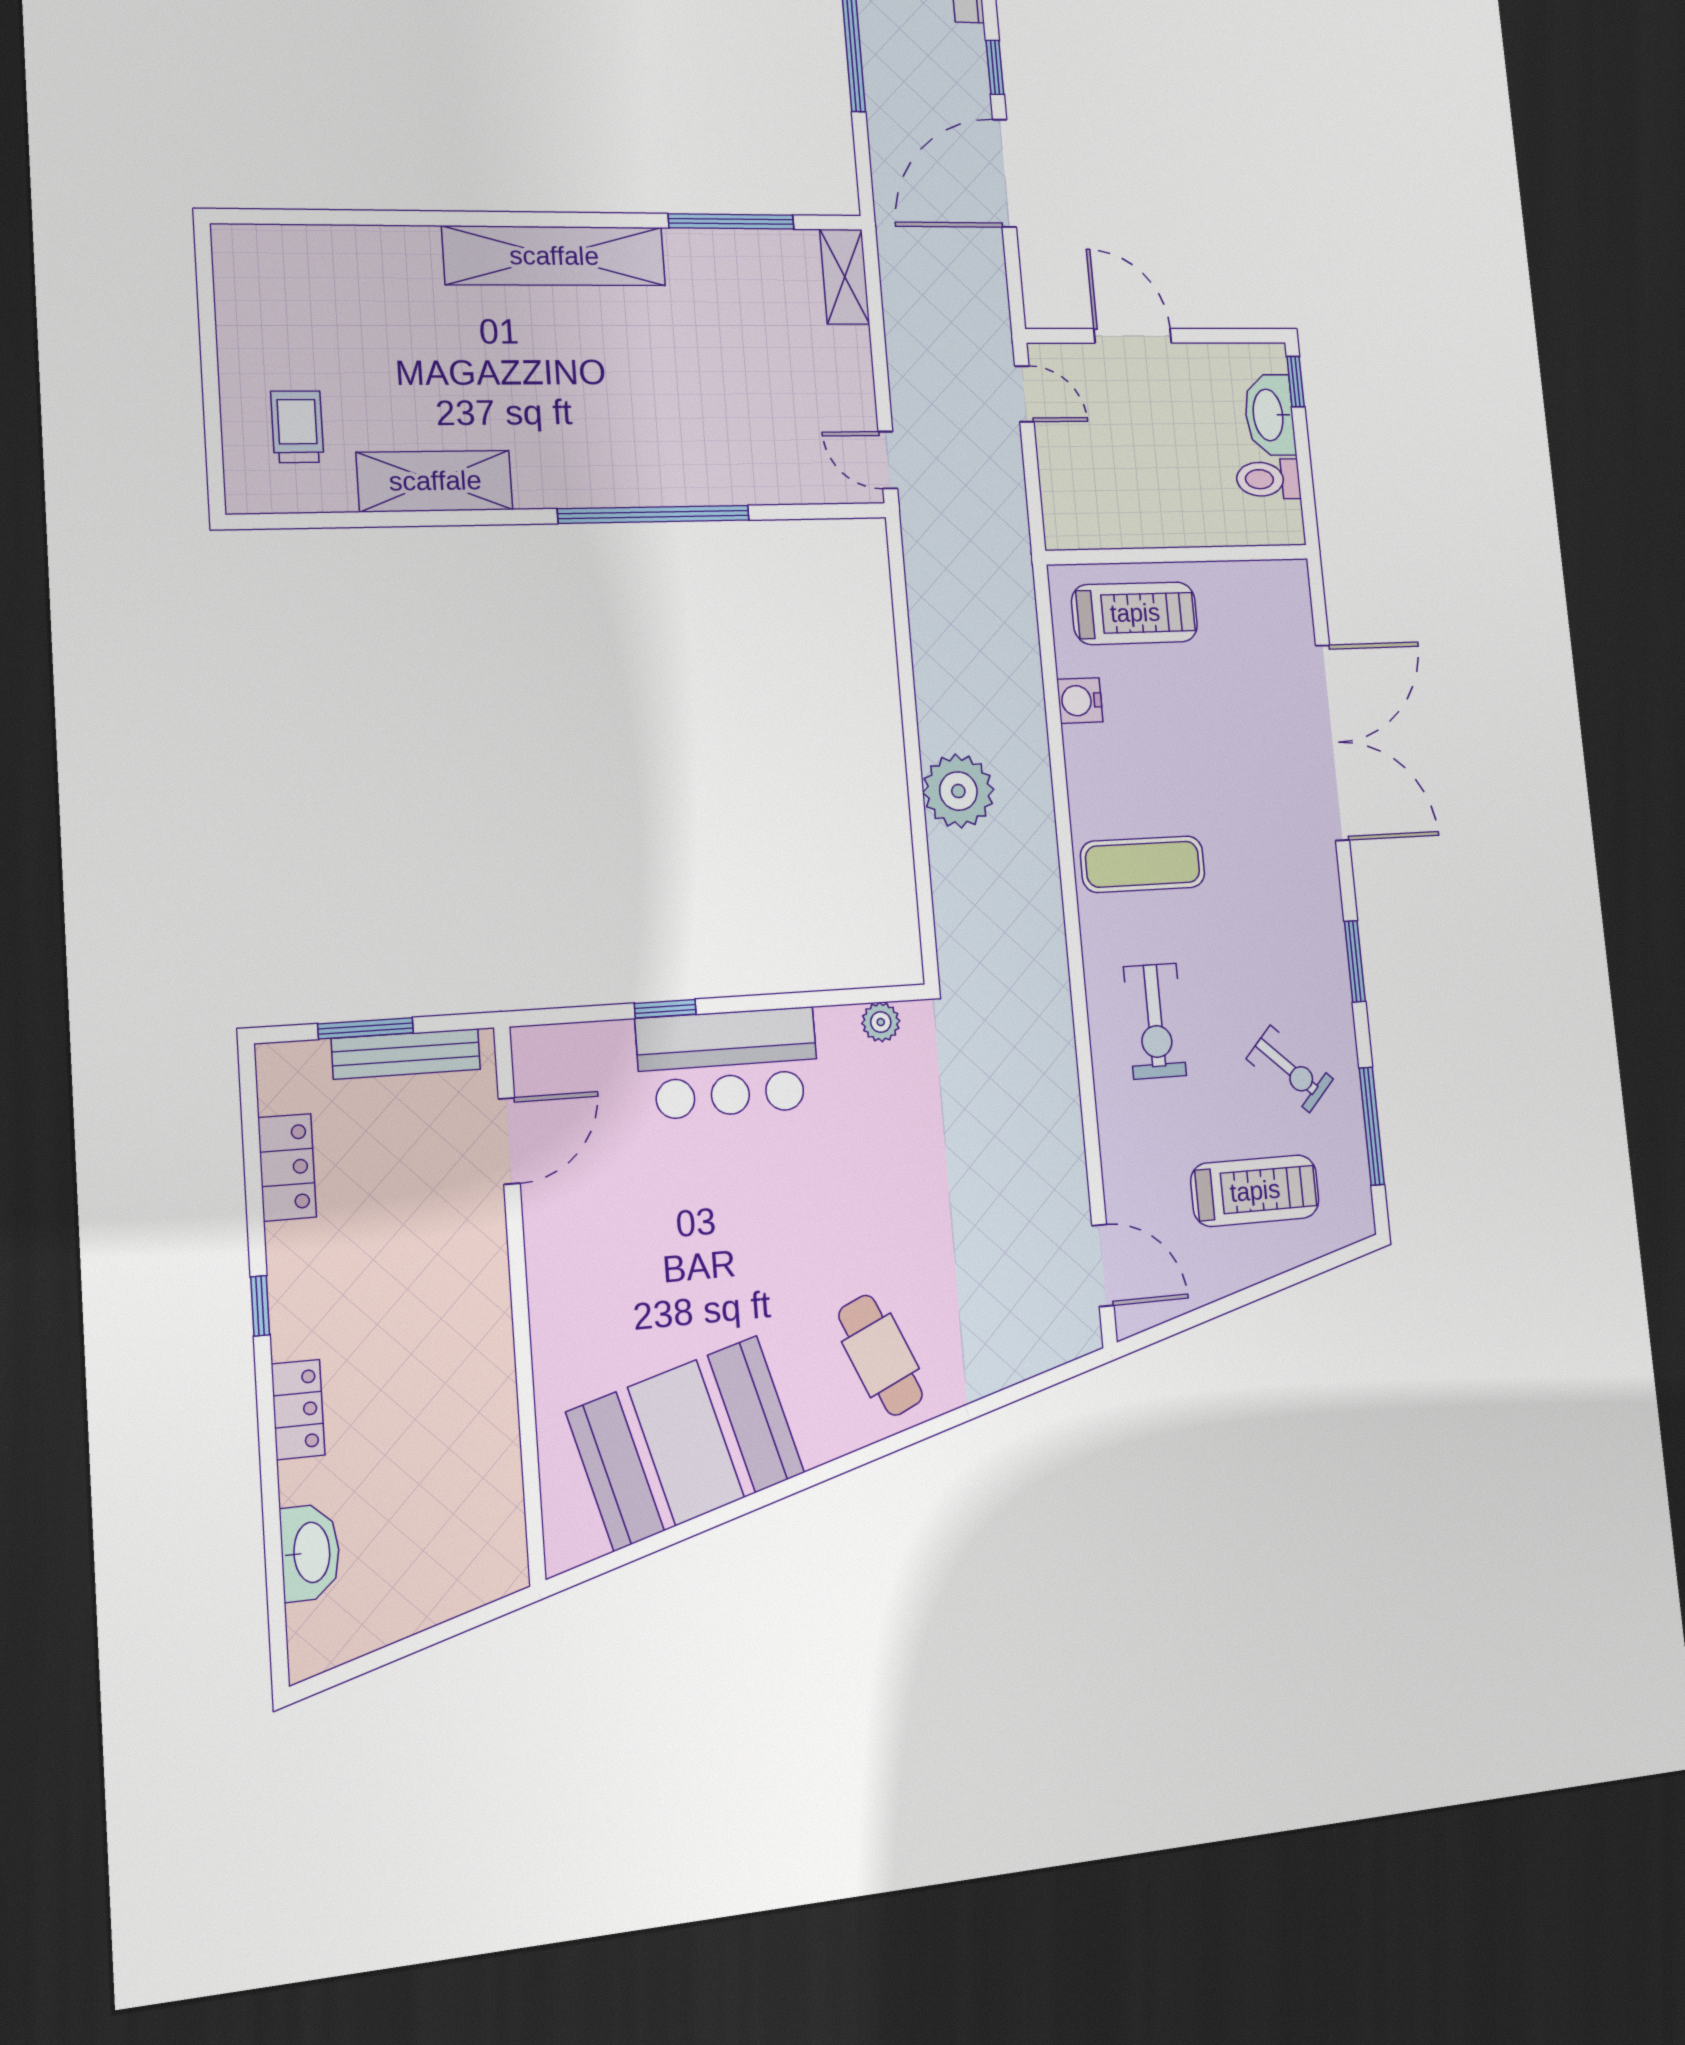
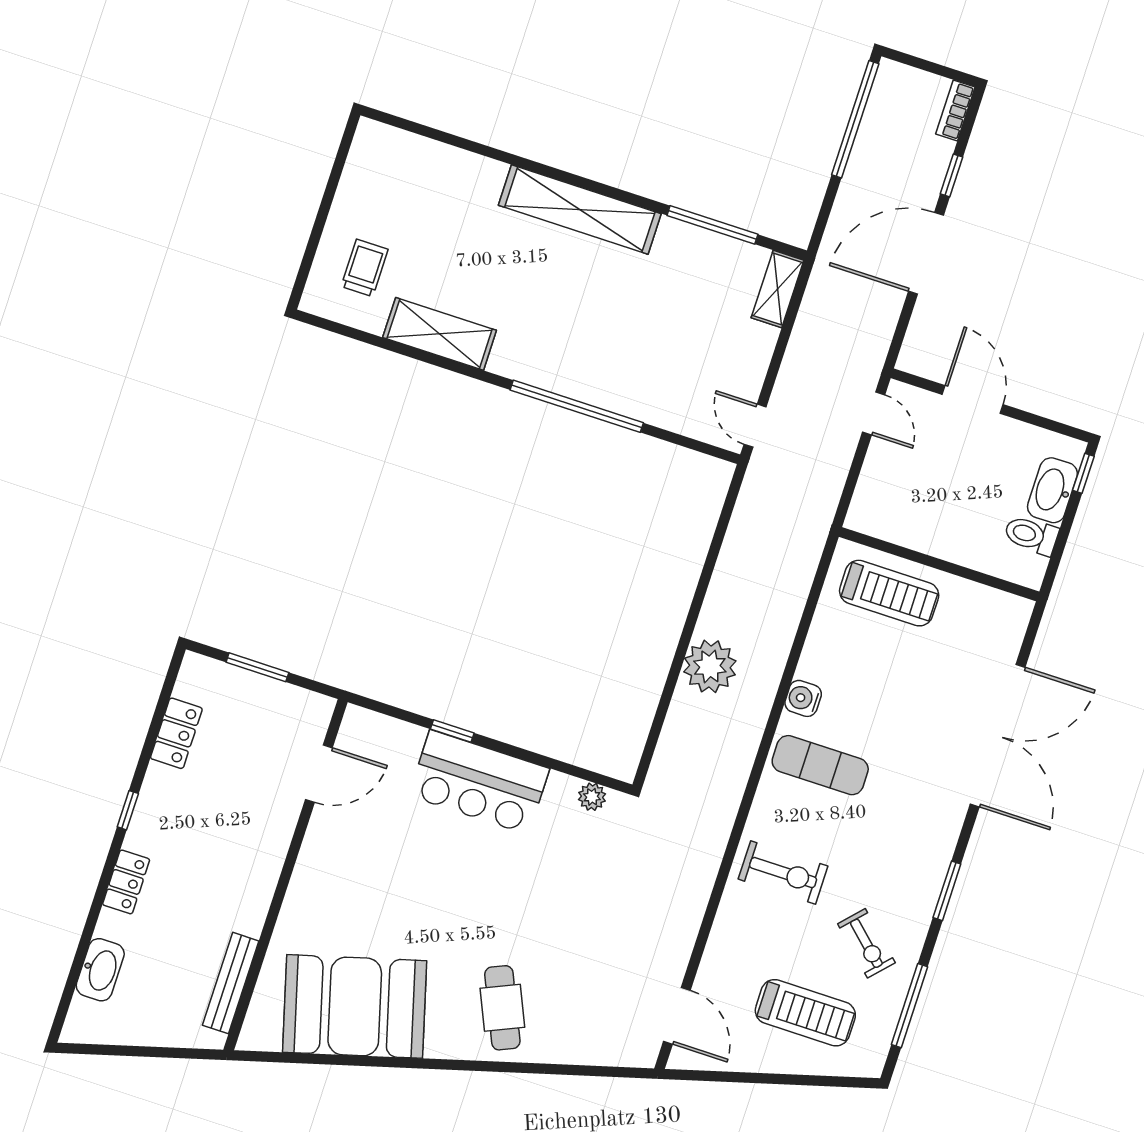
water cooler: (1080, 701) -> (803, 698), moved
exercise bike: (1155, 1021) -> (783, 873), turned -90
bench: (406, 1054) -> (231, 983), moved, turned 90

